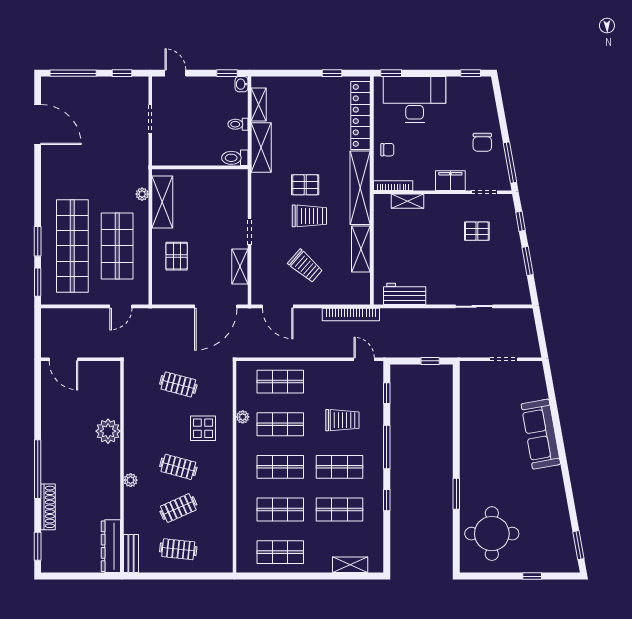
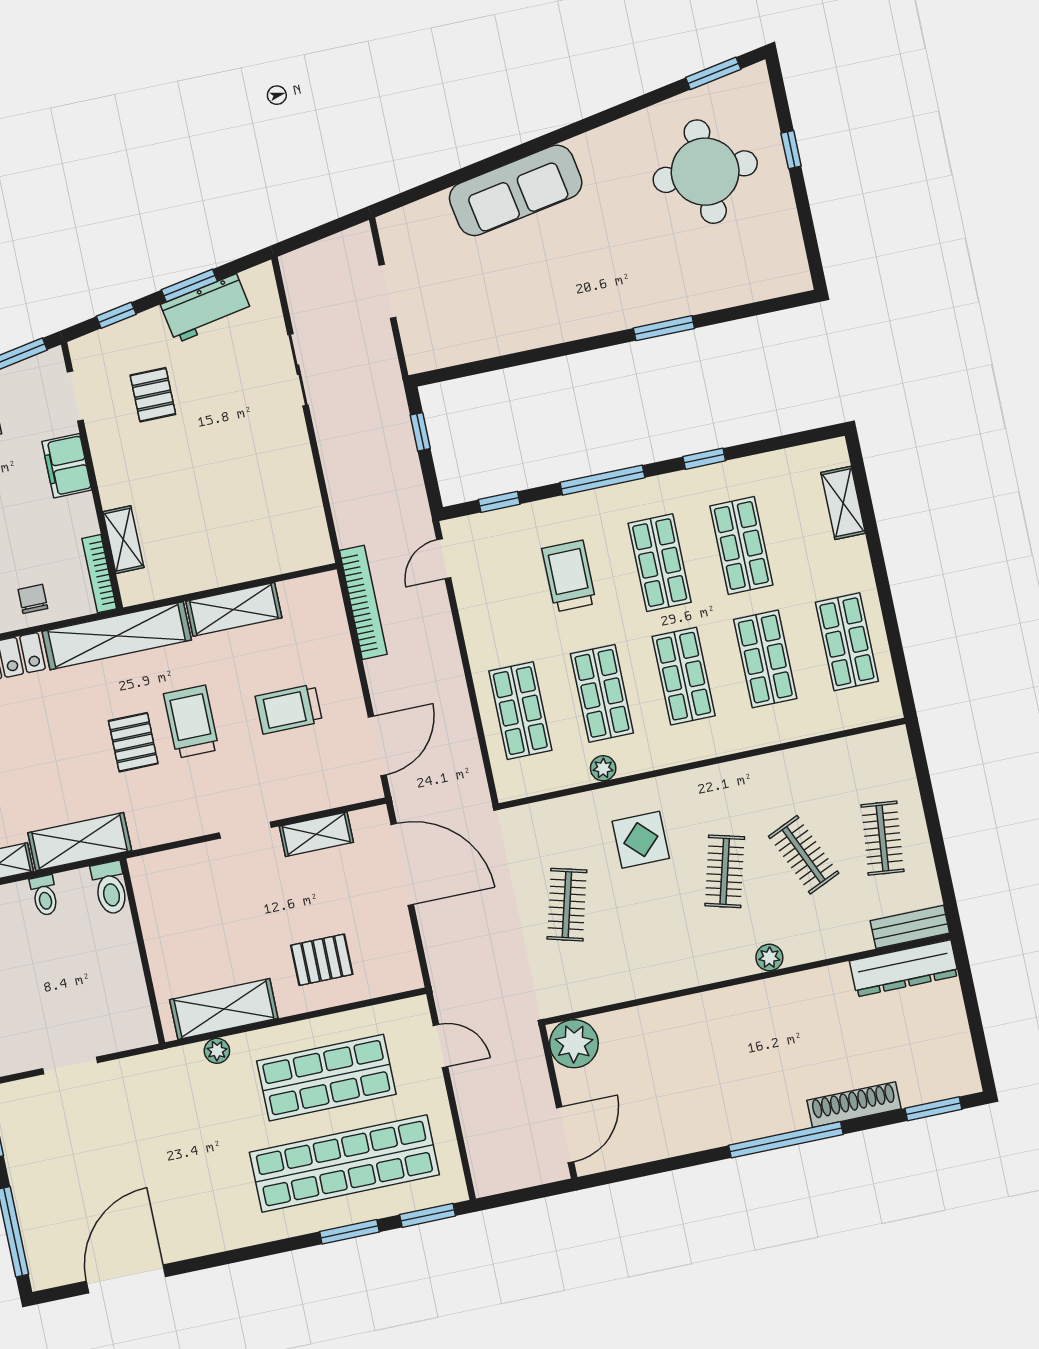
trolley: (305, 266) -> (289, 709), turned -131
workbench: (405, 294) -> (206, 309), moved, turned -100
plant: (108, 431) -> (574, 1044), moved
round table: (492, 534) -> (705, 172), moved

